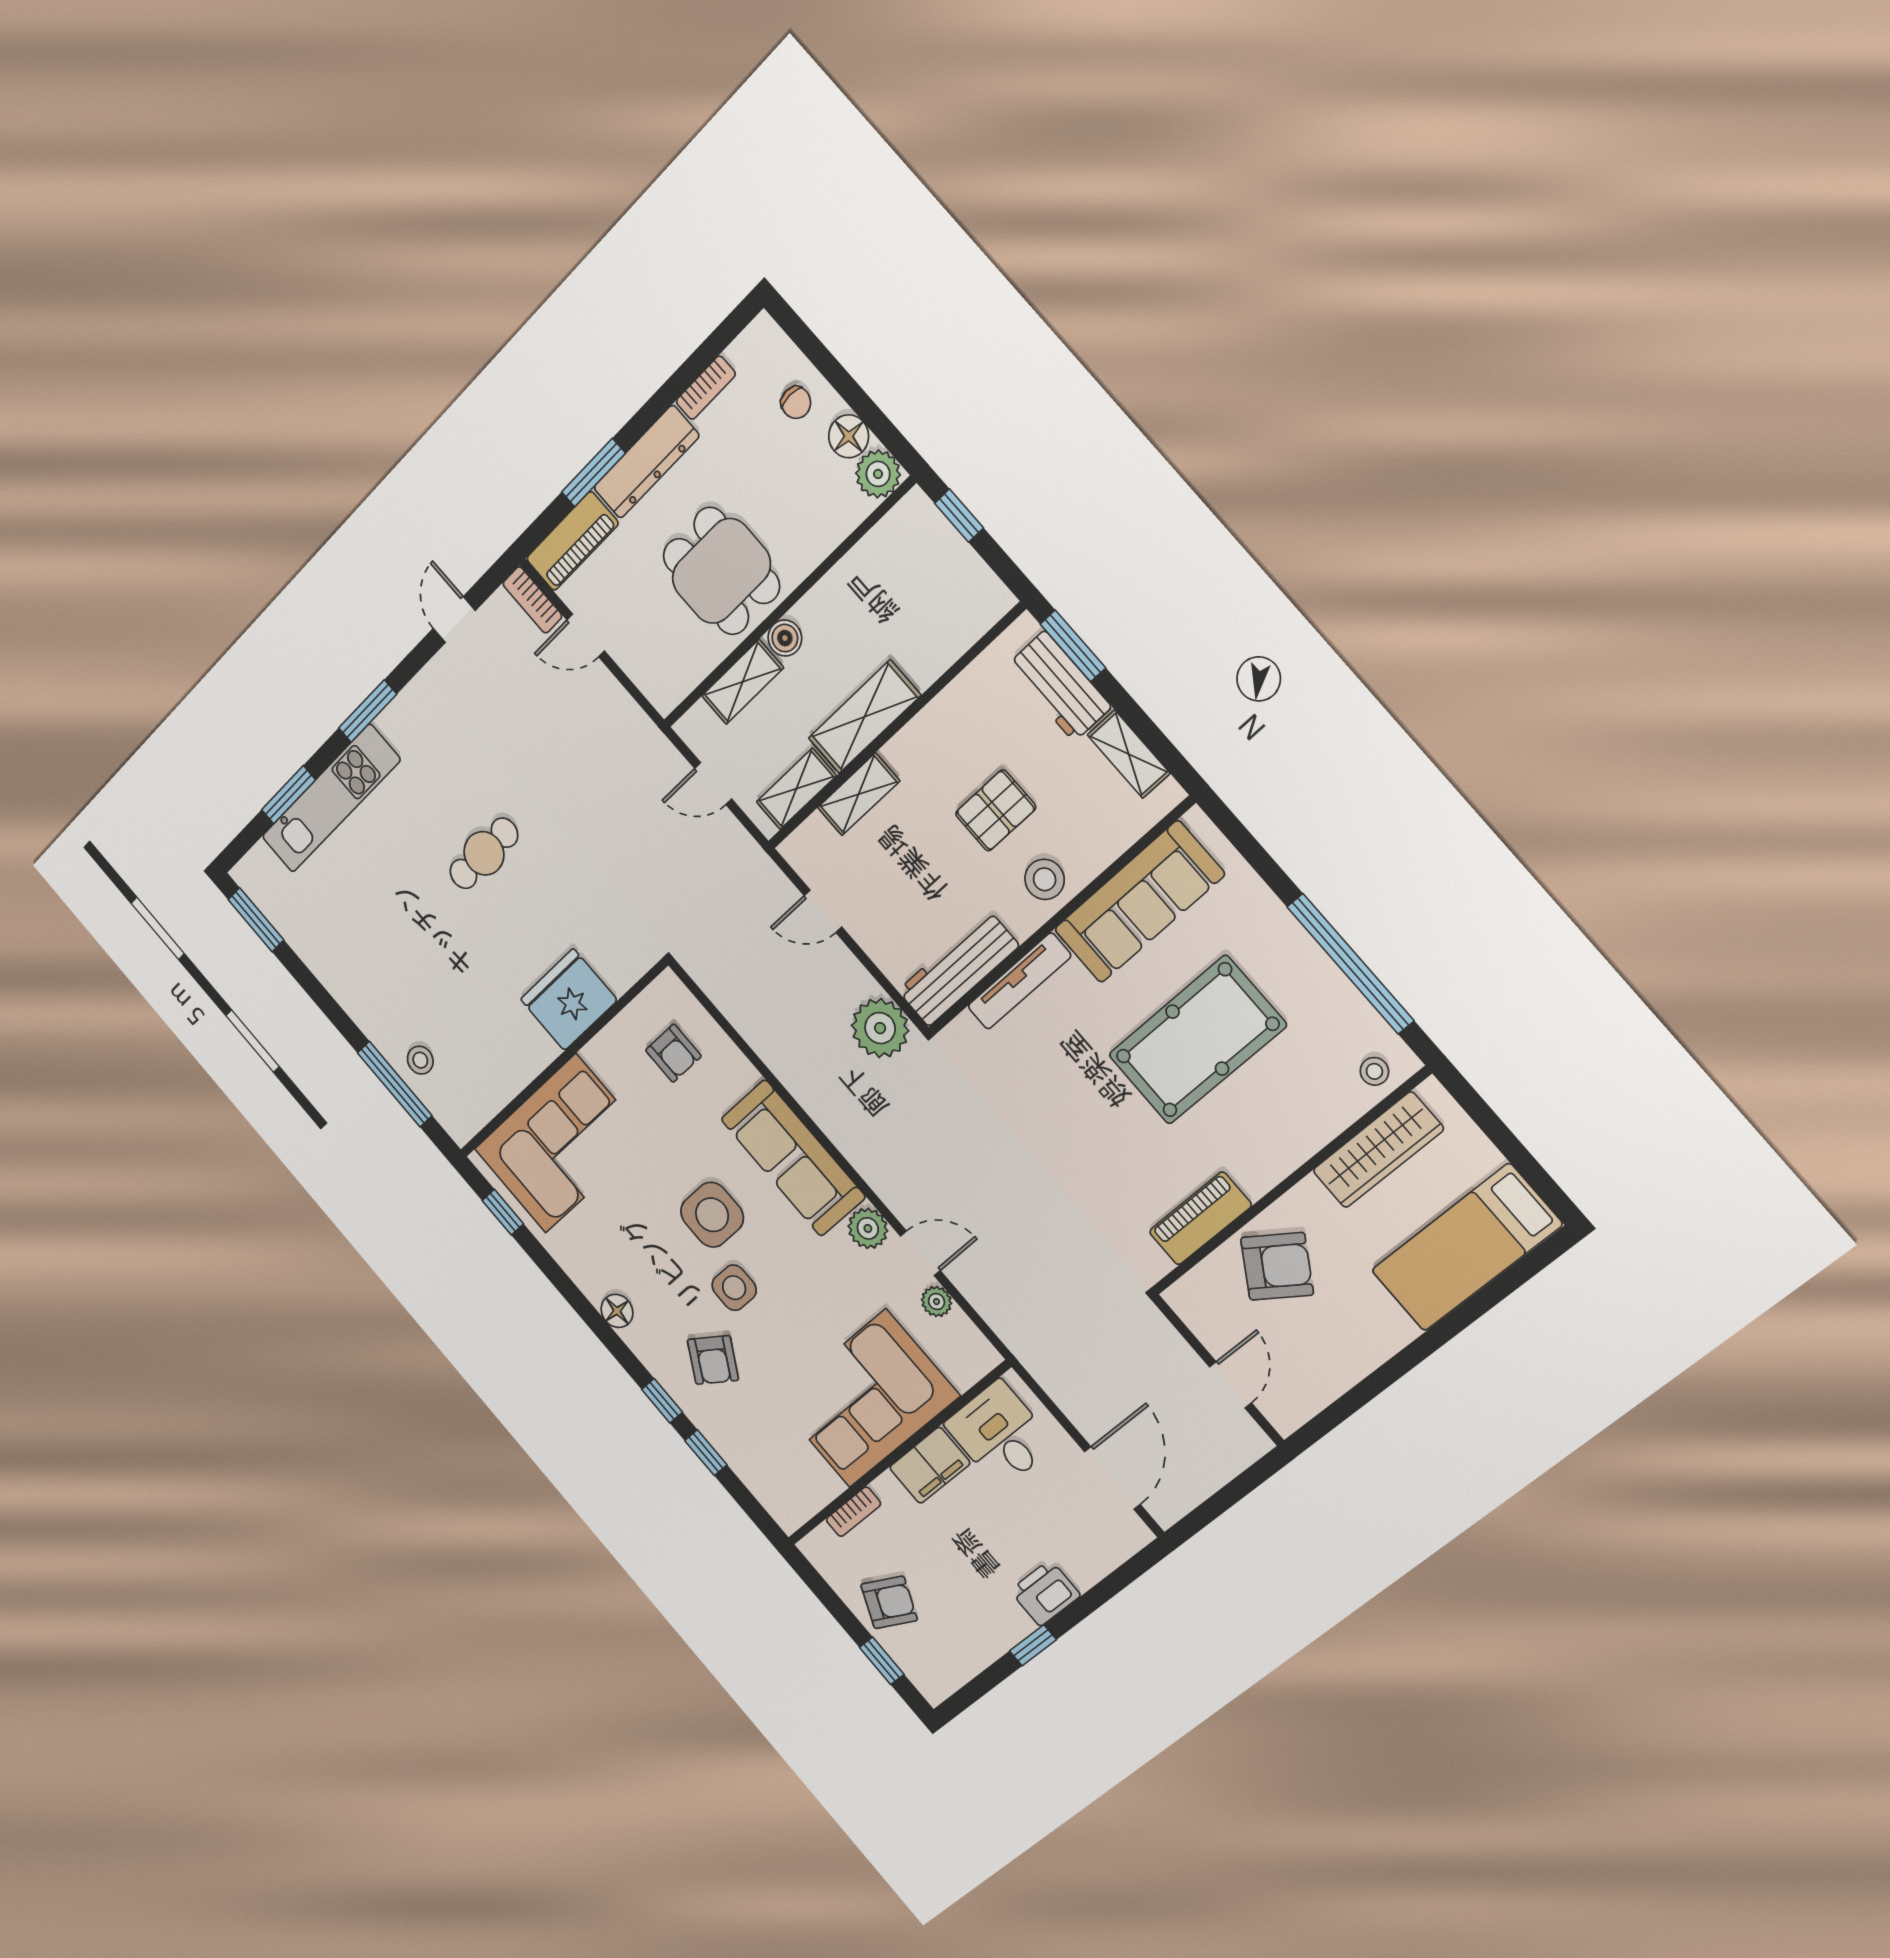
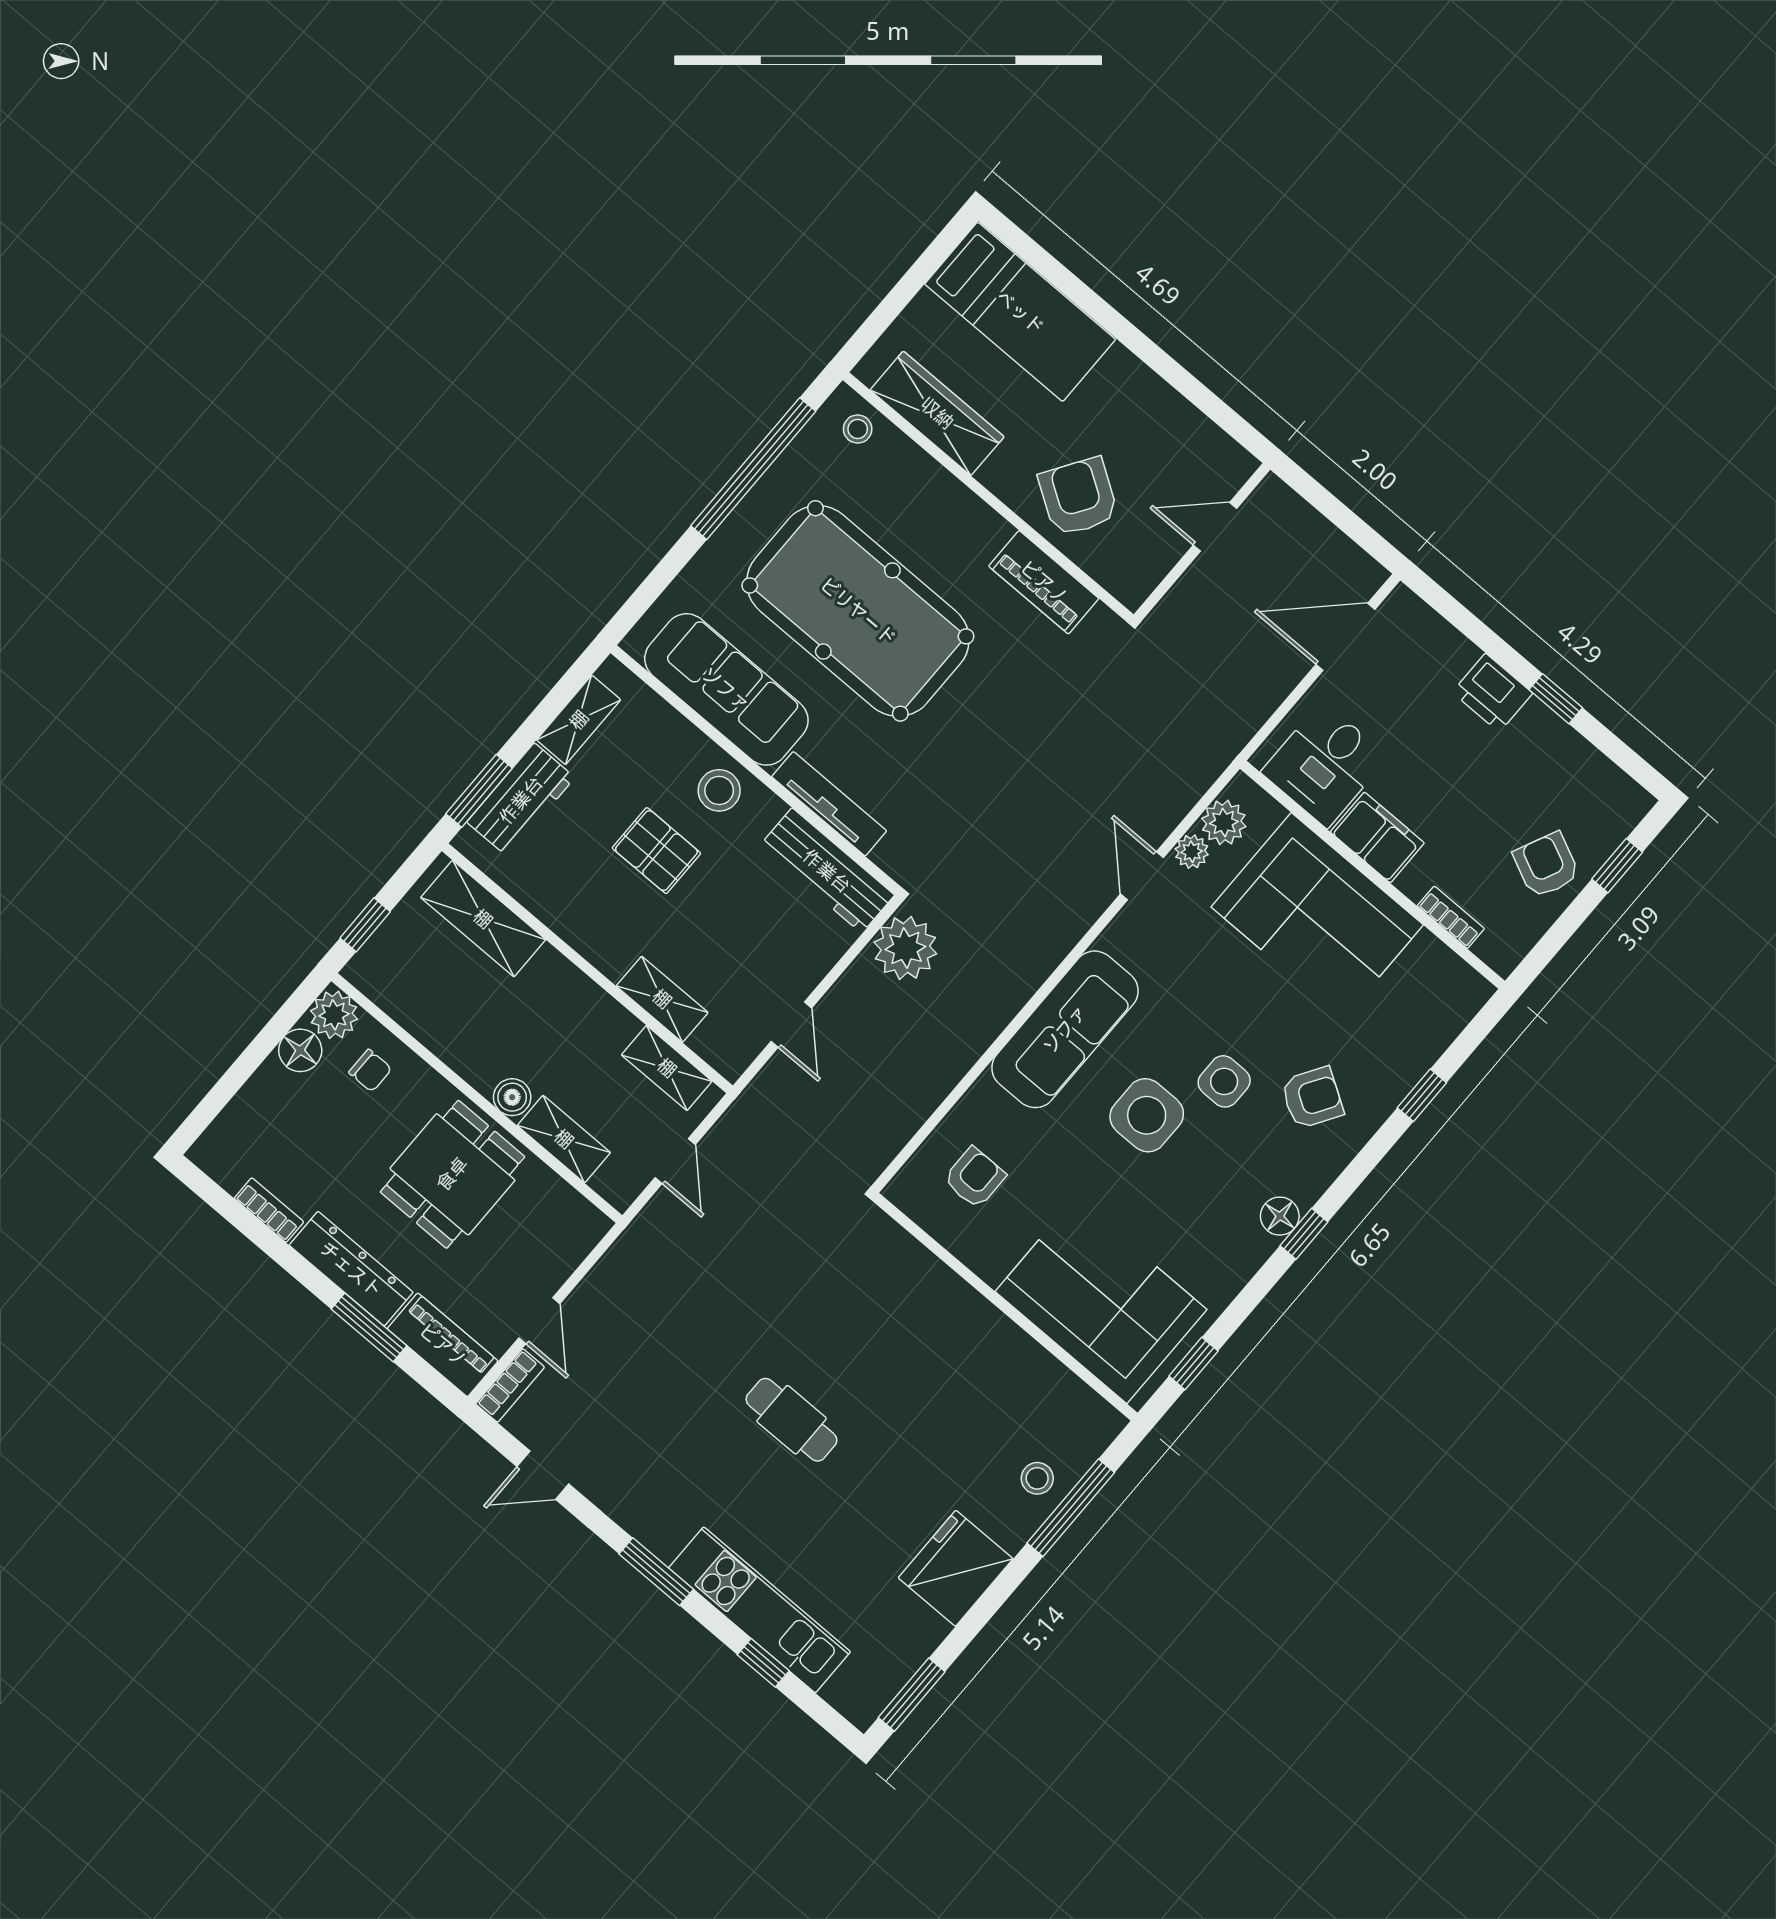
chair: (796, 403) -> (370, 1071), moved, turned 90
shelving: (864, 717) -> (483, 919), moved
window: (288, 795) -> (763, 1663), width x0.67
fridge: (569, 1000) -> (956, 1568), moved, turned 90
pool table: (1197, 1040) -> (858, 611), width x1.36, depth x1.32
plant: (868, 1228) -> (1224, 822), moved
window: (662, 1401) -> (1304, 1234), moved

